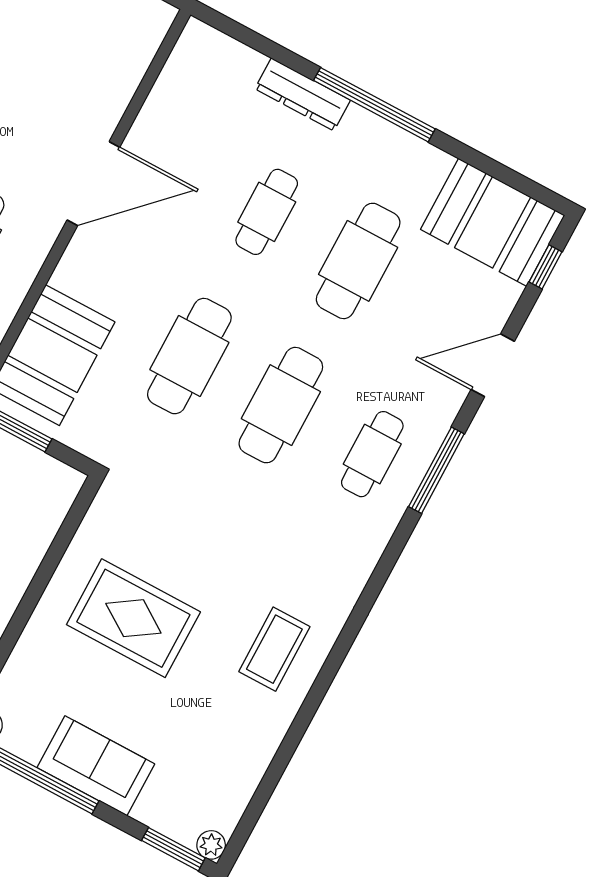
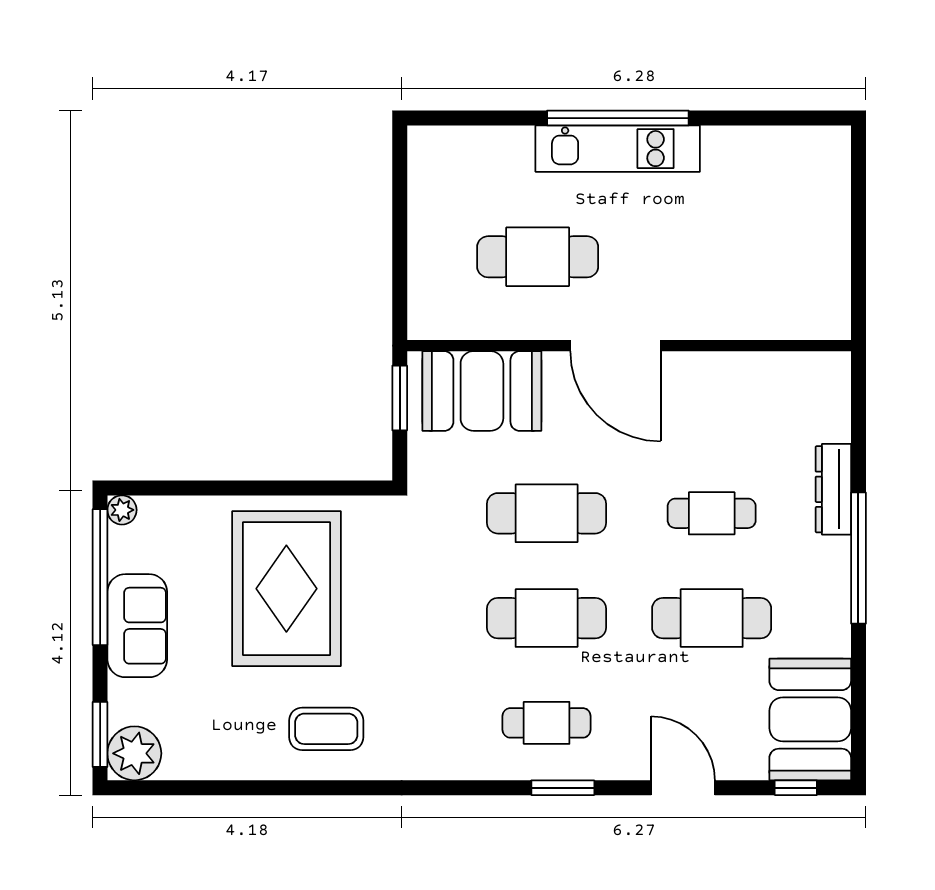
door: (93, 184) -> (615, 346), moved
window: (436, 470) -> (563, 788), width x0.69
rug: (133, 618) -> (286, 589), width x1.37, depth x1.44
plant: (211, 845) -> (134, 753), width x1.88, depth x1.88

